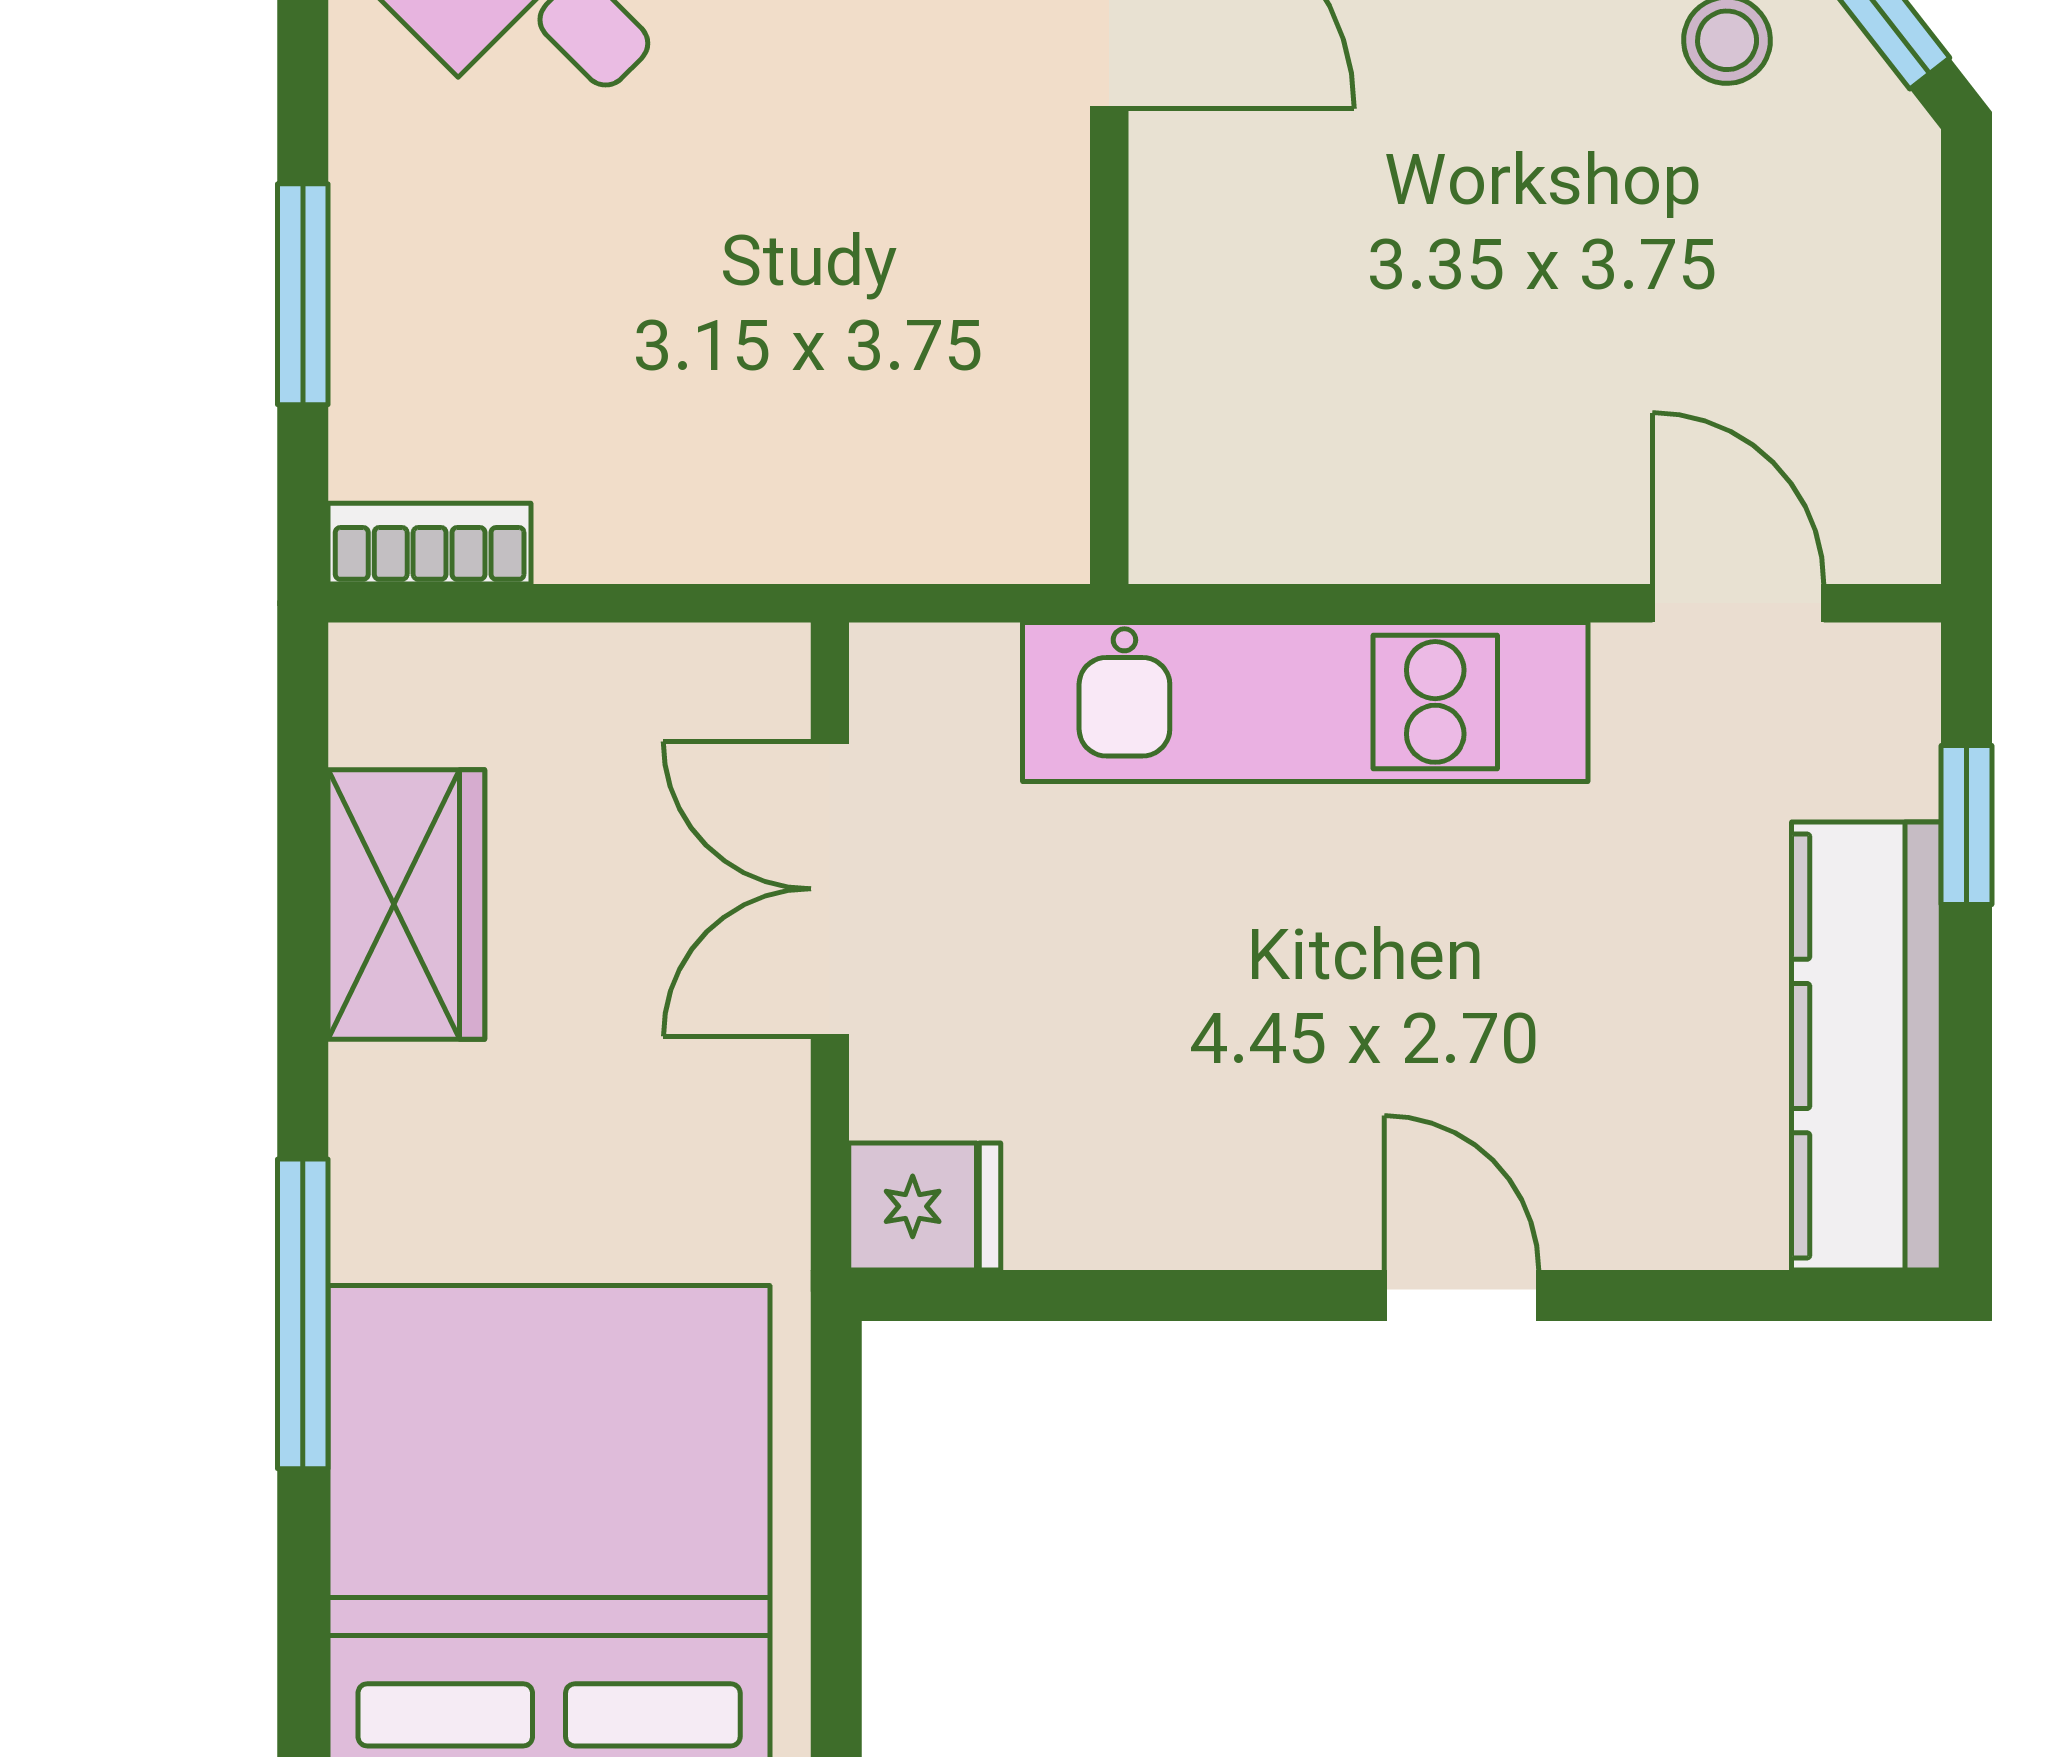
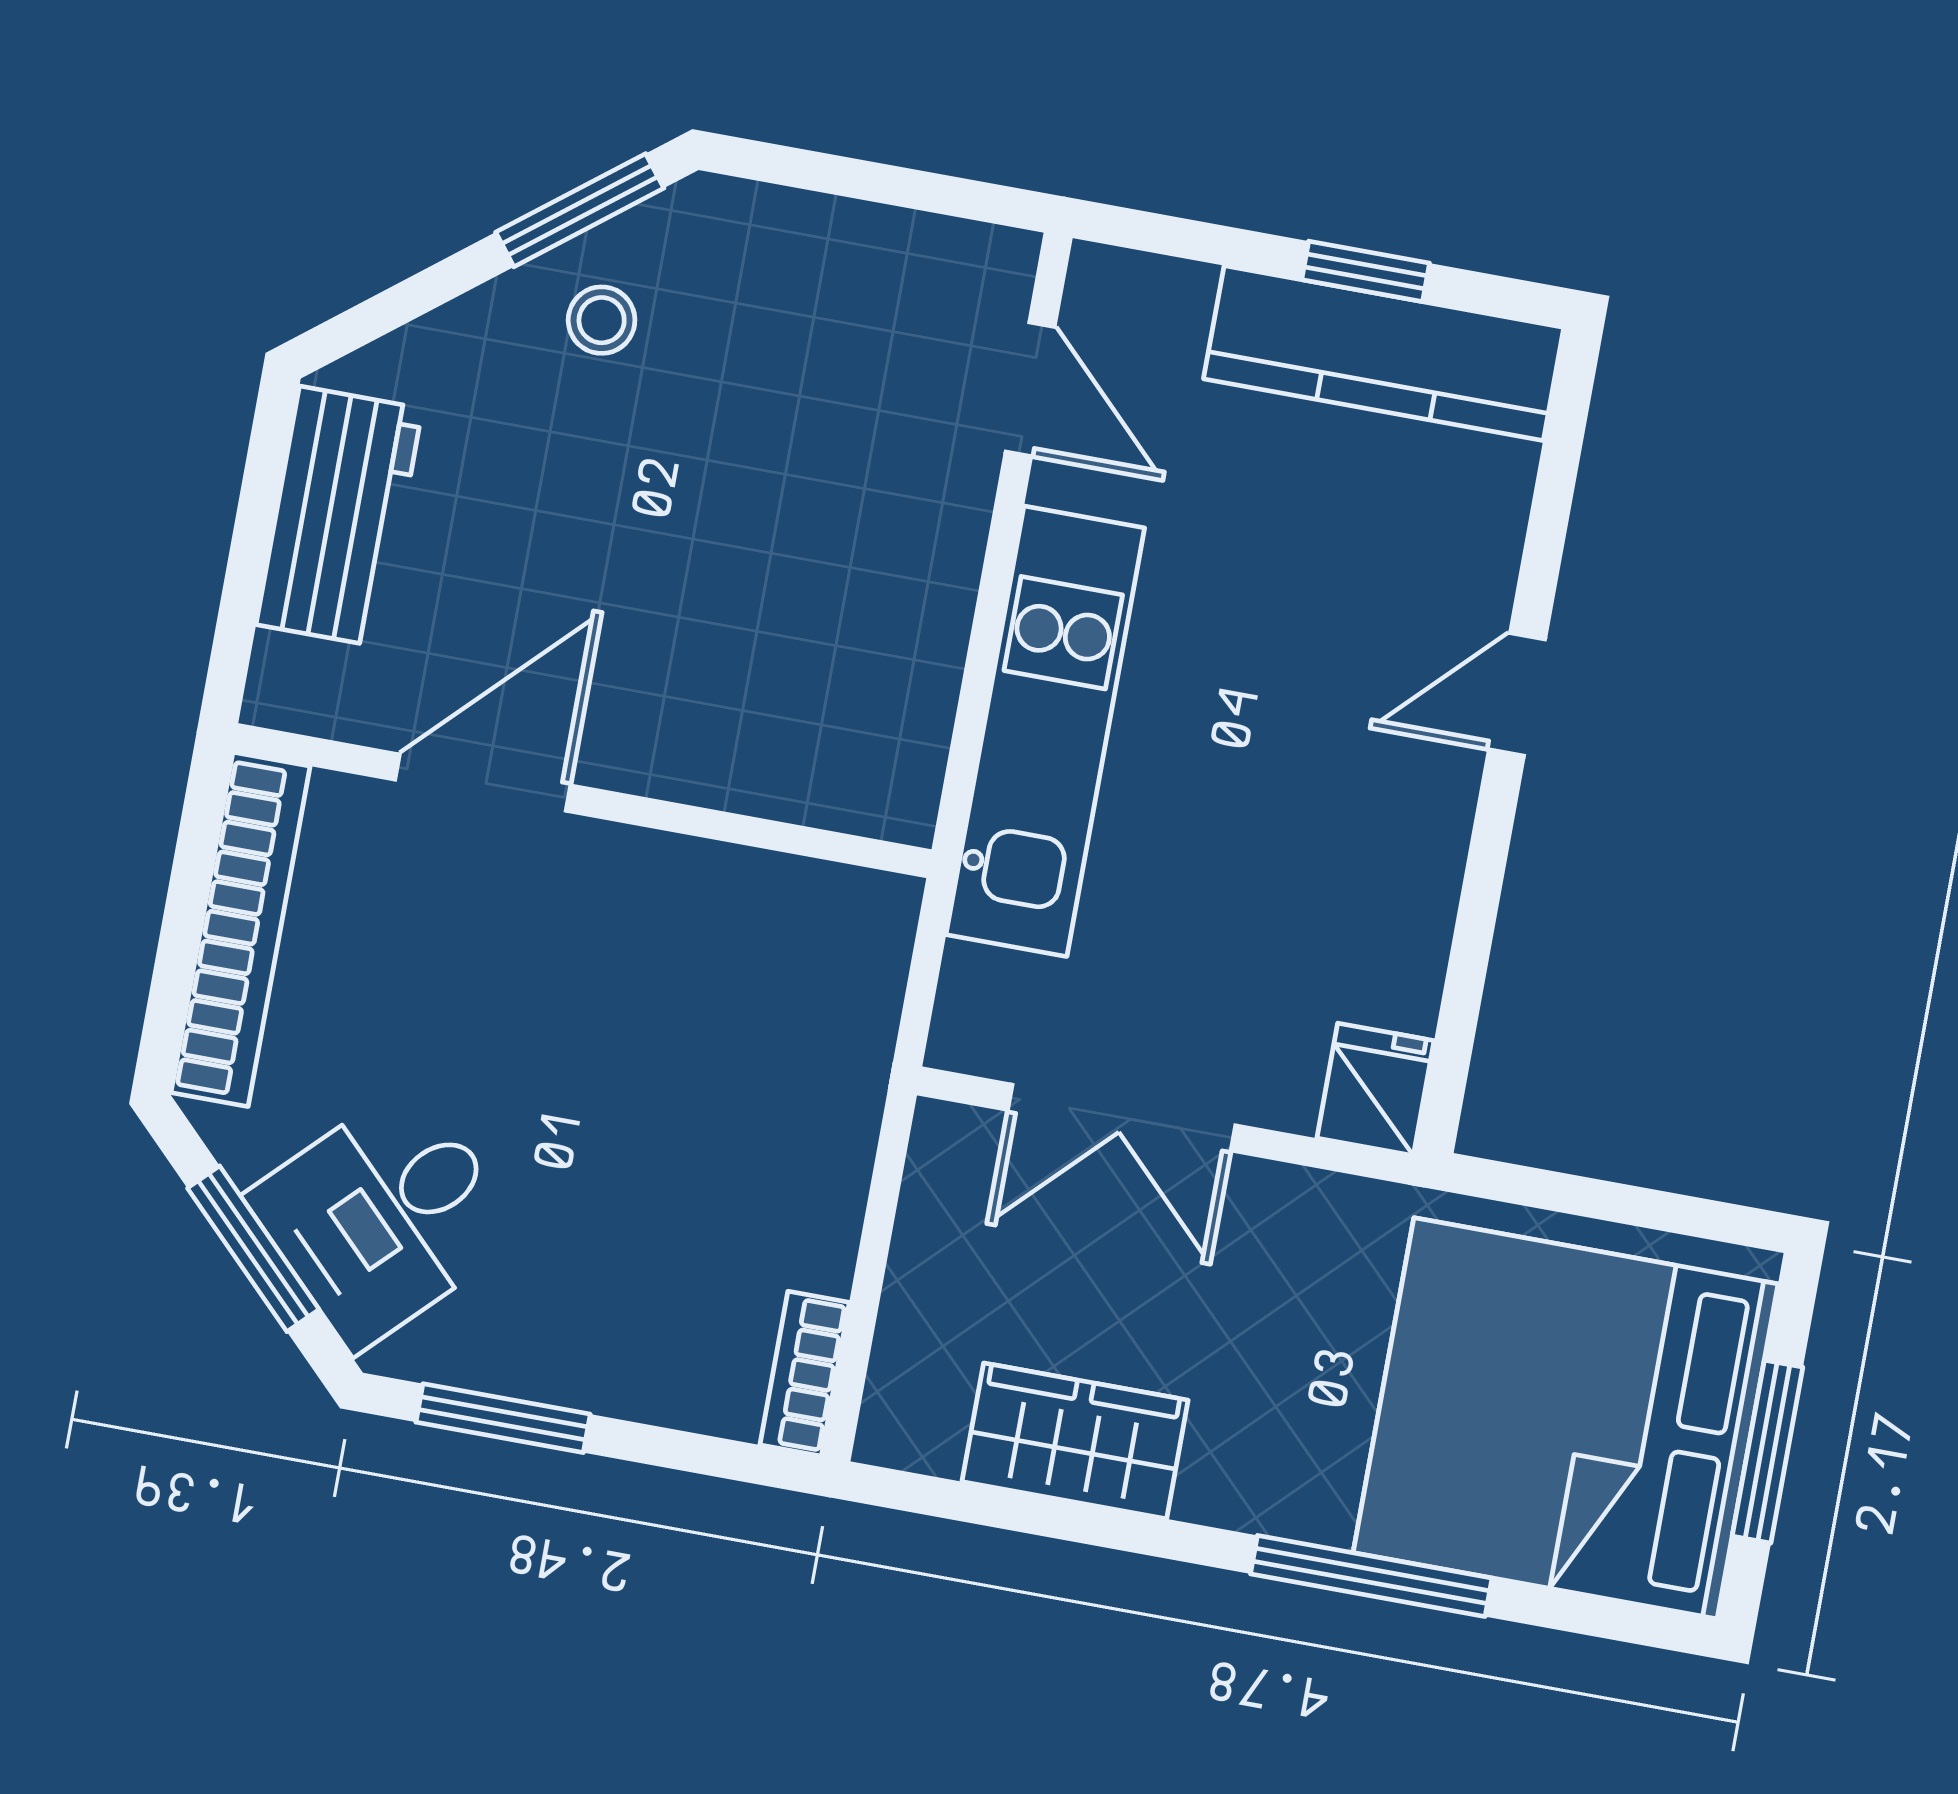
window: (303, 294) -> (503, 1418), moved
door: (1738, 603) -> (1030, 389), swing flipped
window: (1966, 825) -> (1366, 271), moved

